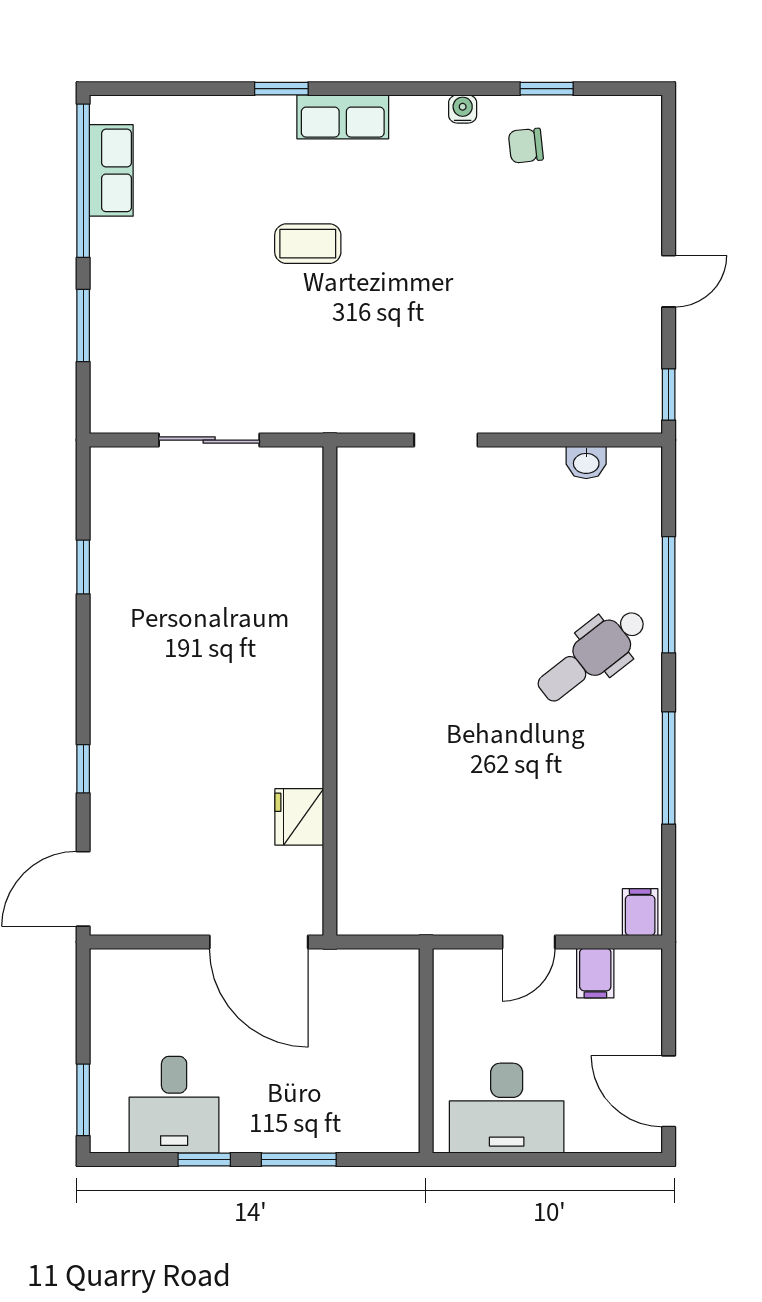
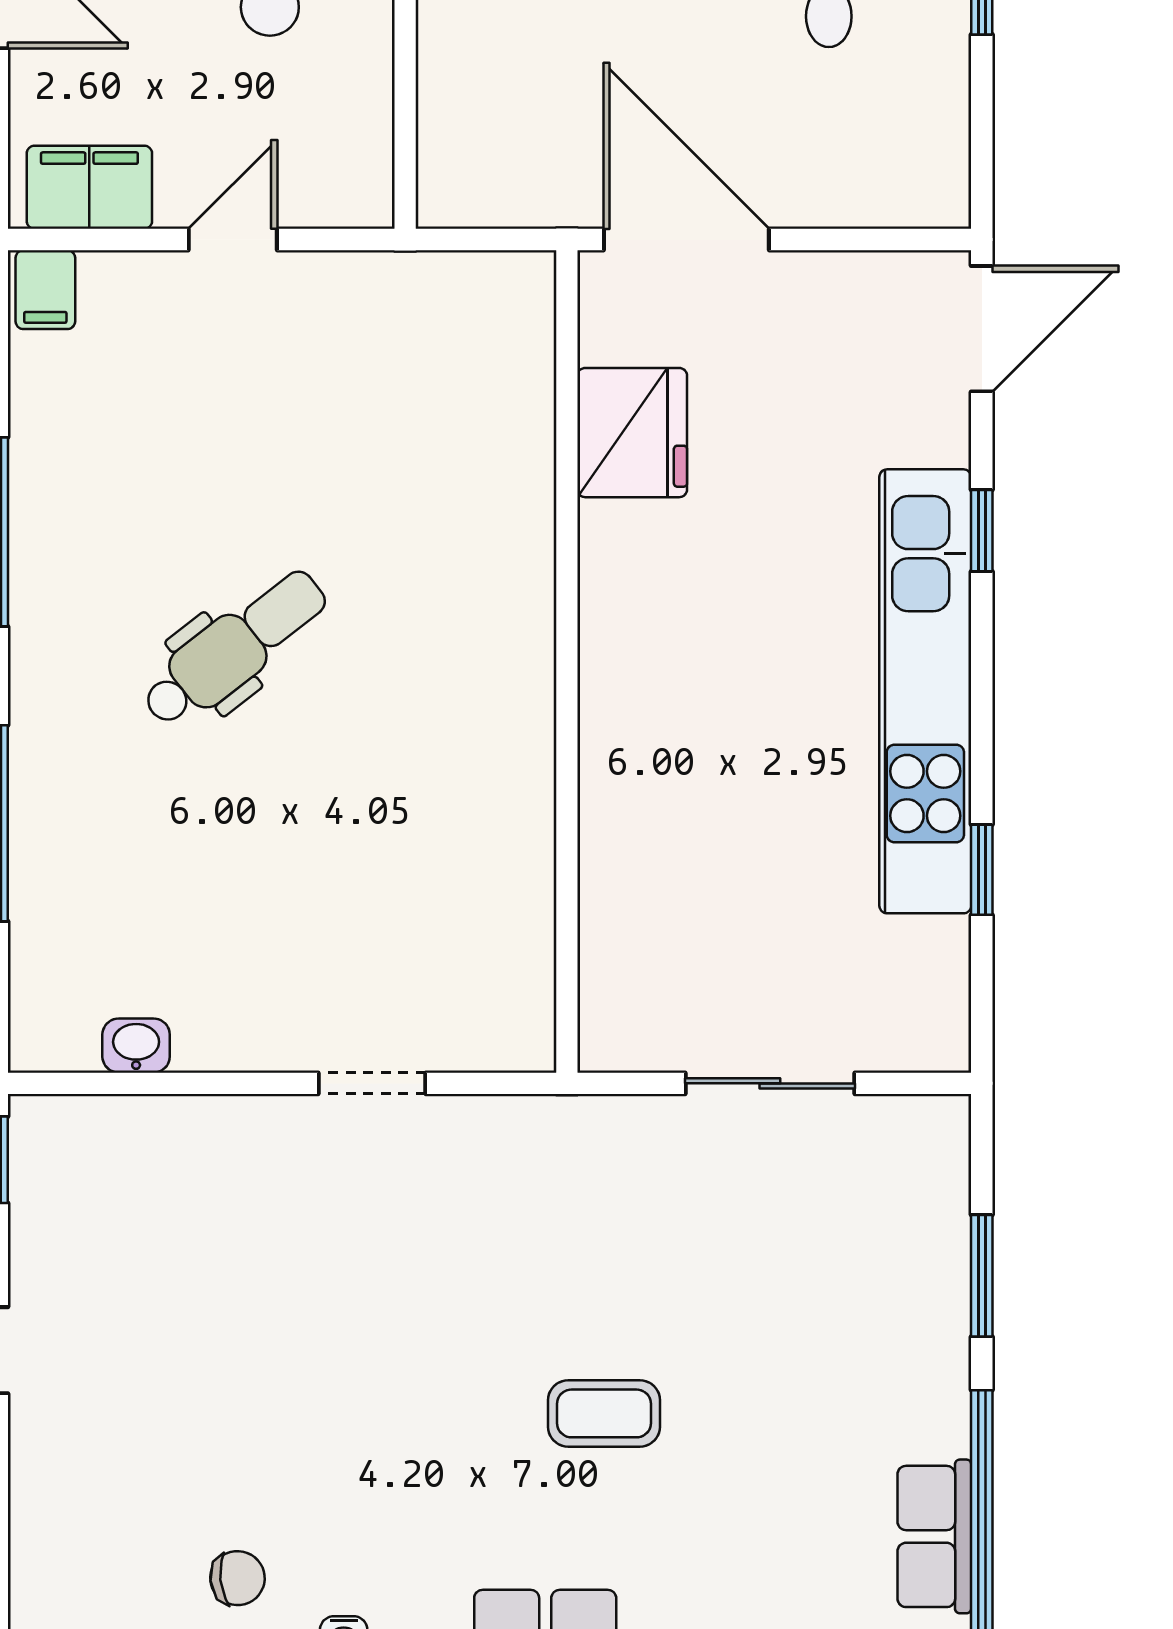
dental chair: (592, 655) -> (234, 648), moved
kitchen unit: (117, 673) -> (925, 691), added
fridge: (299, 817) -> (632, 433), width x1.36, depth x1.34
filing cabinet: (595, 973) -> (89, 187), width x2.00

